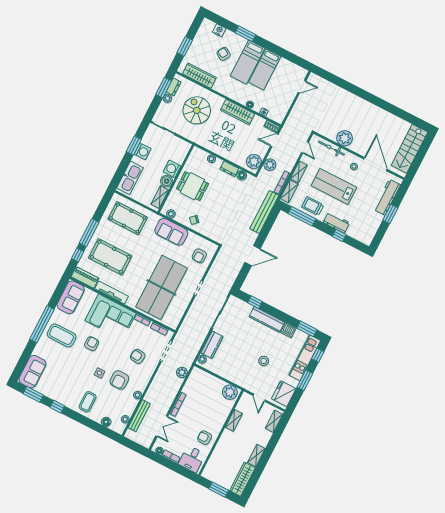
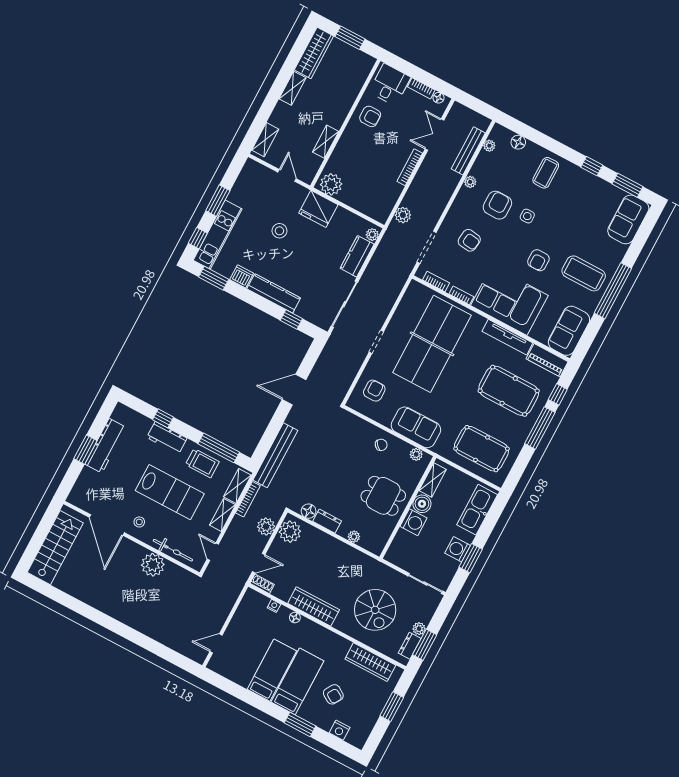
workbench: (387, 197) -> (105, 446), moved
fridge: (284, 394) -> (318, 209), moved, turned 90

